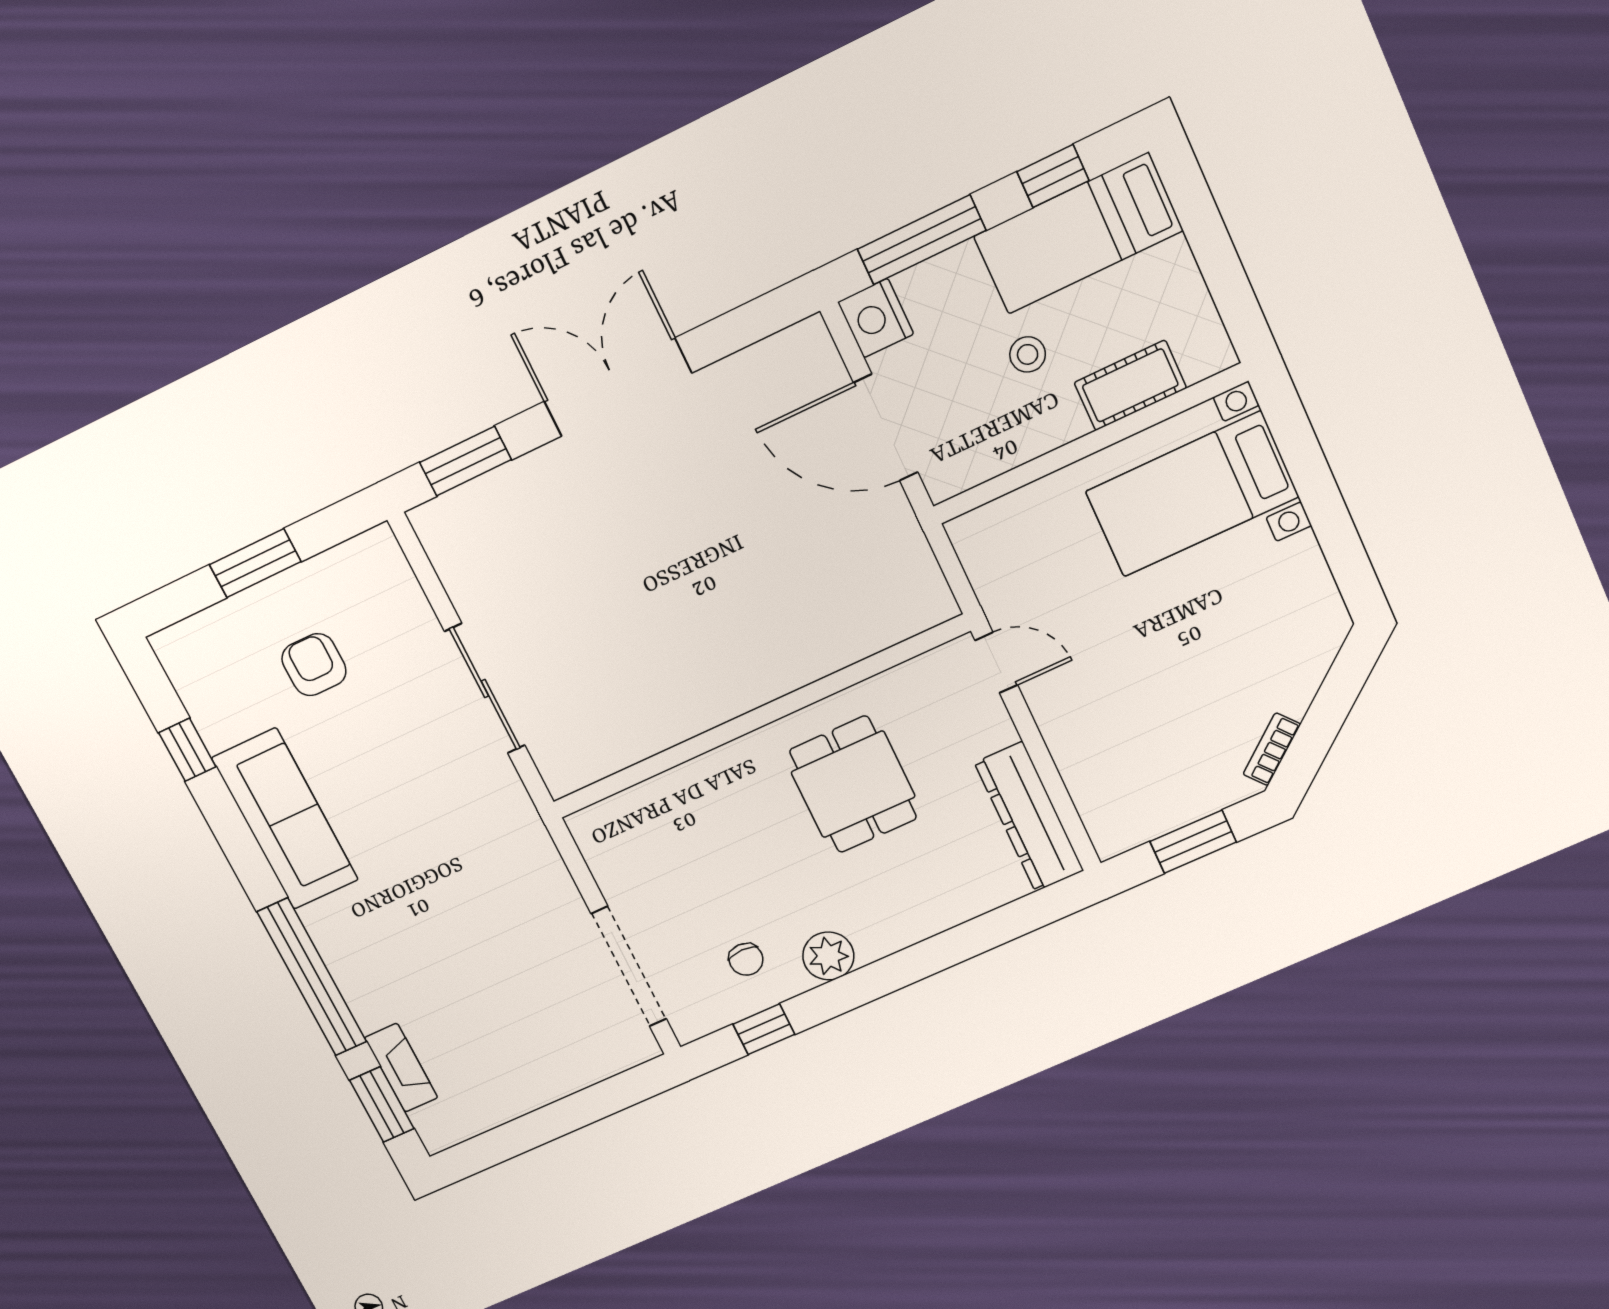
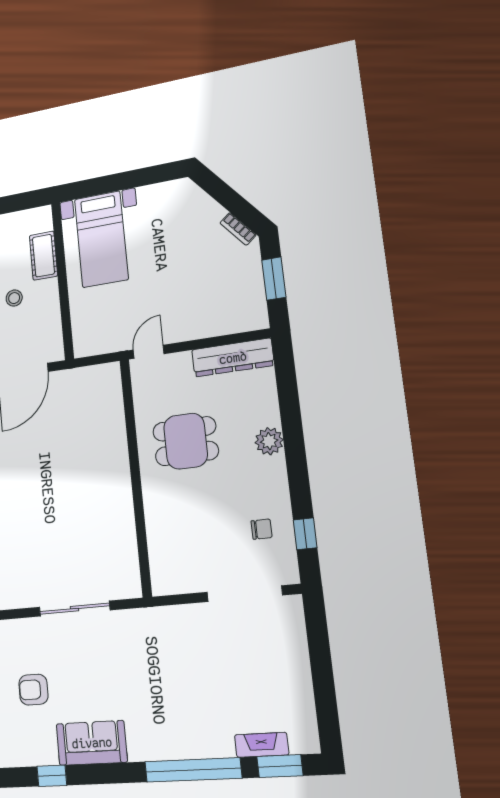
sofa: (285, 819) -> (92, 743), width x0.73
plant: (828, 956) -> (269, 441), moved

